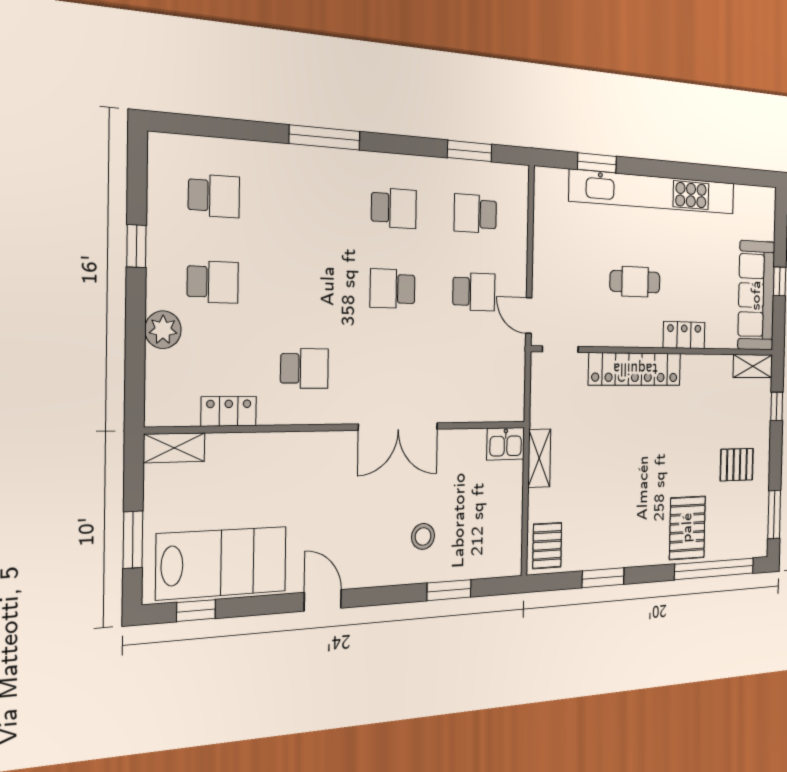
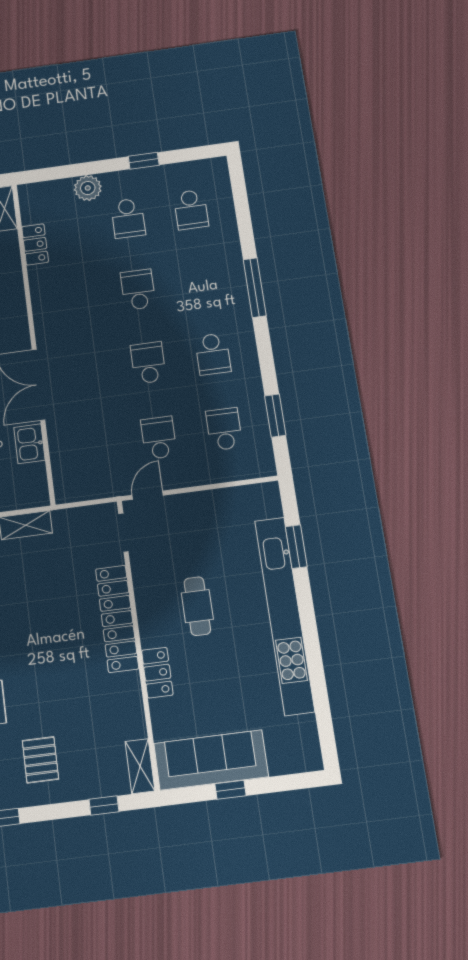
school desk: (474, 292) -> (159, 438), turned 180
school desk: (304, 368) -> (138, 290), moved, turned 180
kitchen sink: (506, 444) -> (29, 444), moved

